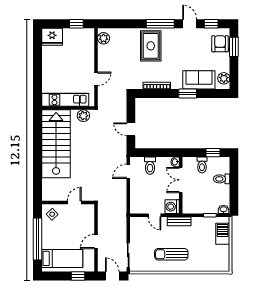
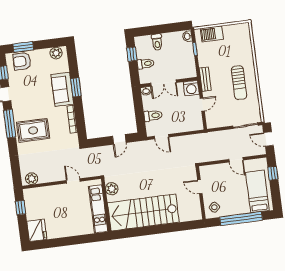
sofa: (199, 80) -> (62, 89), moved
door: (112, 276) -> (268, 139), hinge flipped

